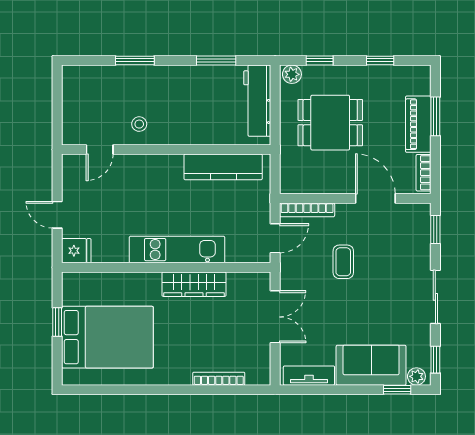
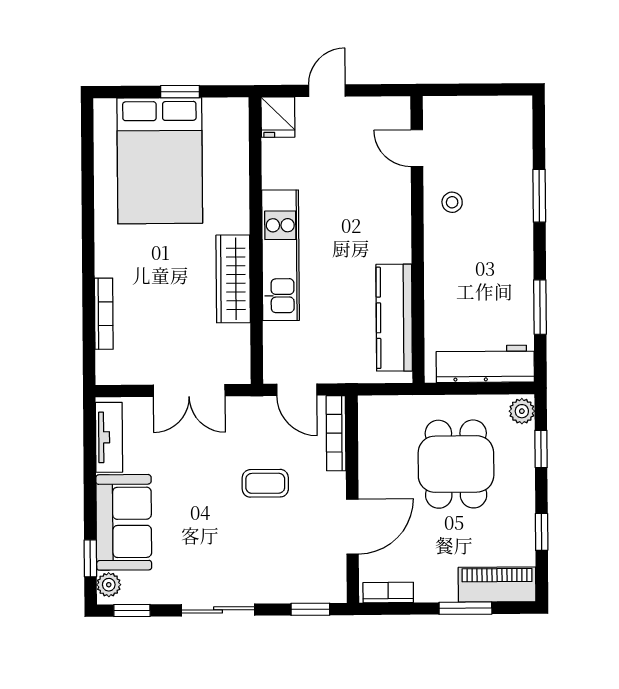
piano: (418, 124) -> (497, 585), moved

